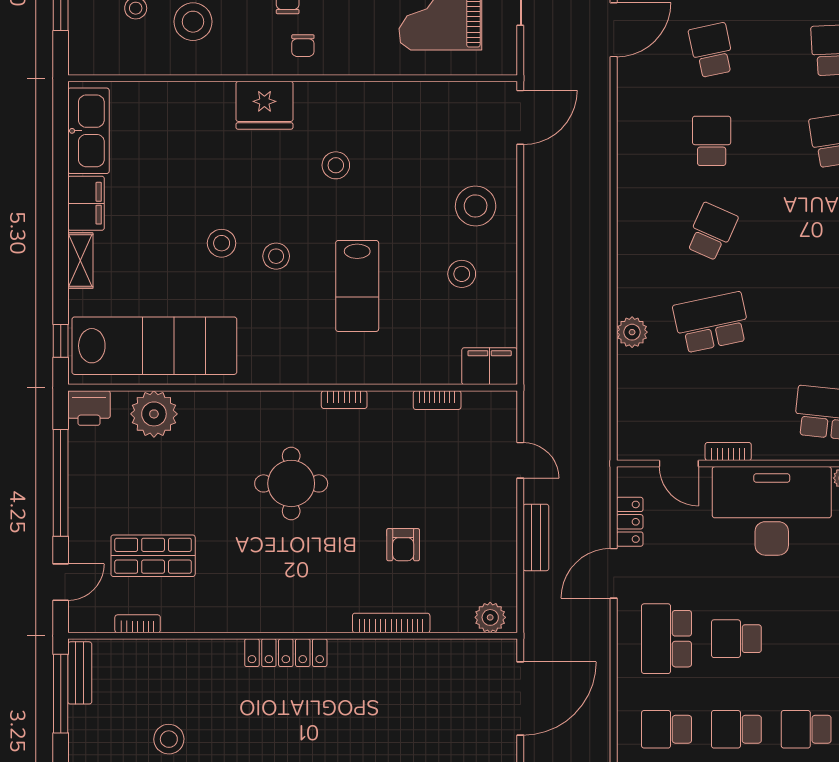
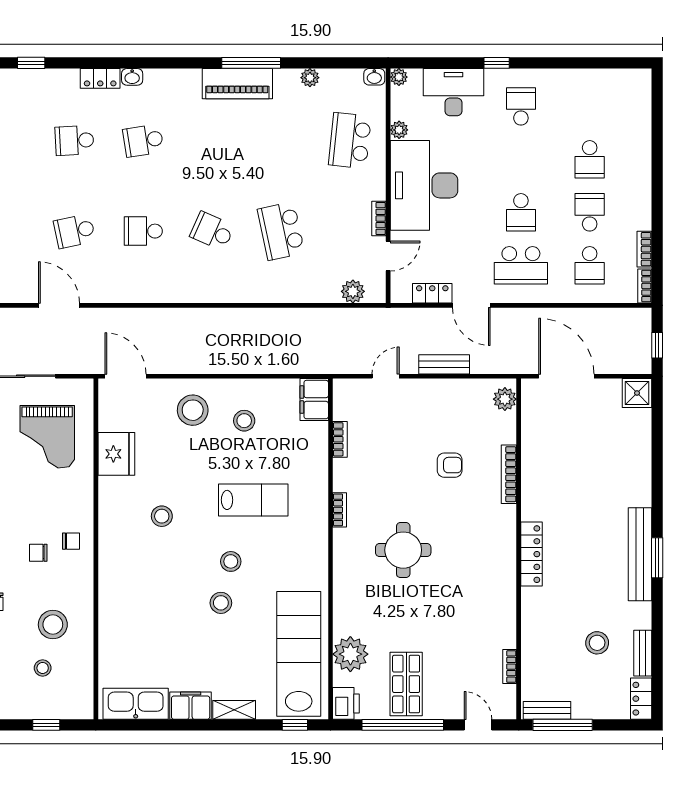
fridge: (264, 105) -> (116, 454), moved
plant: (632, 332) -> (353, 291), moved
shop shelf: (153, 556) -> (406, 684), moved
school desk: (736, 729) -> (590, 212), turned 180

